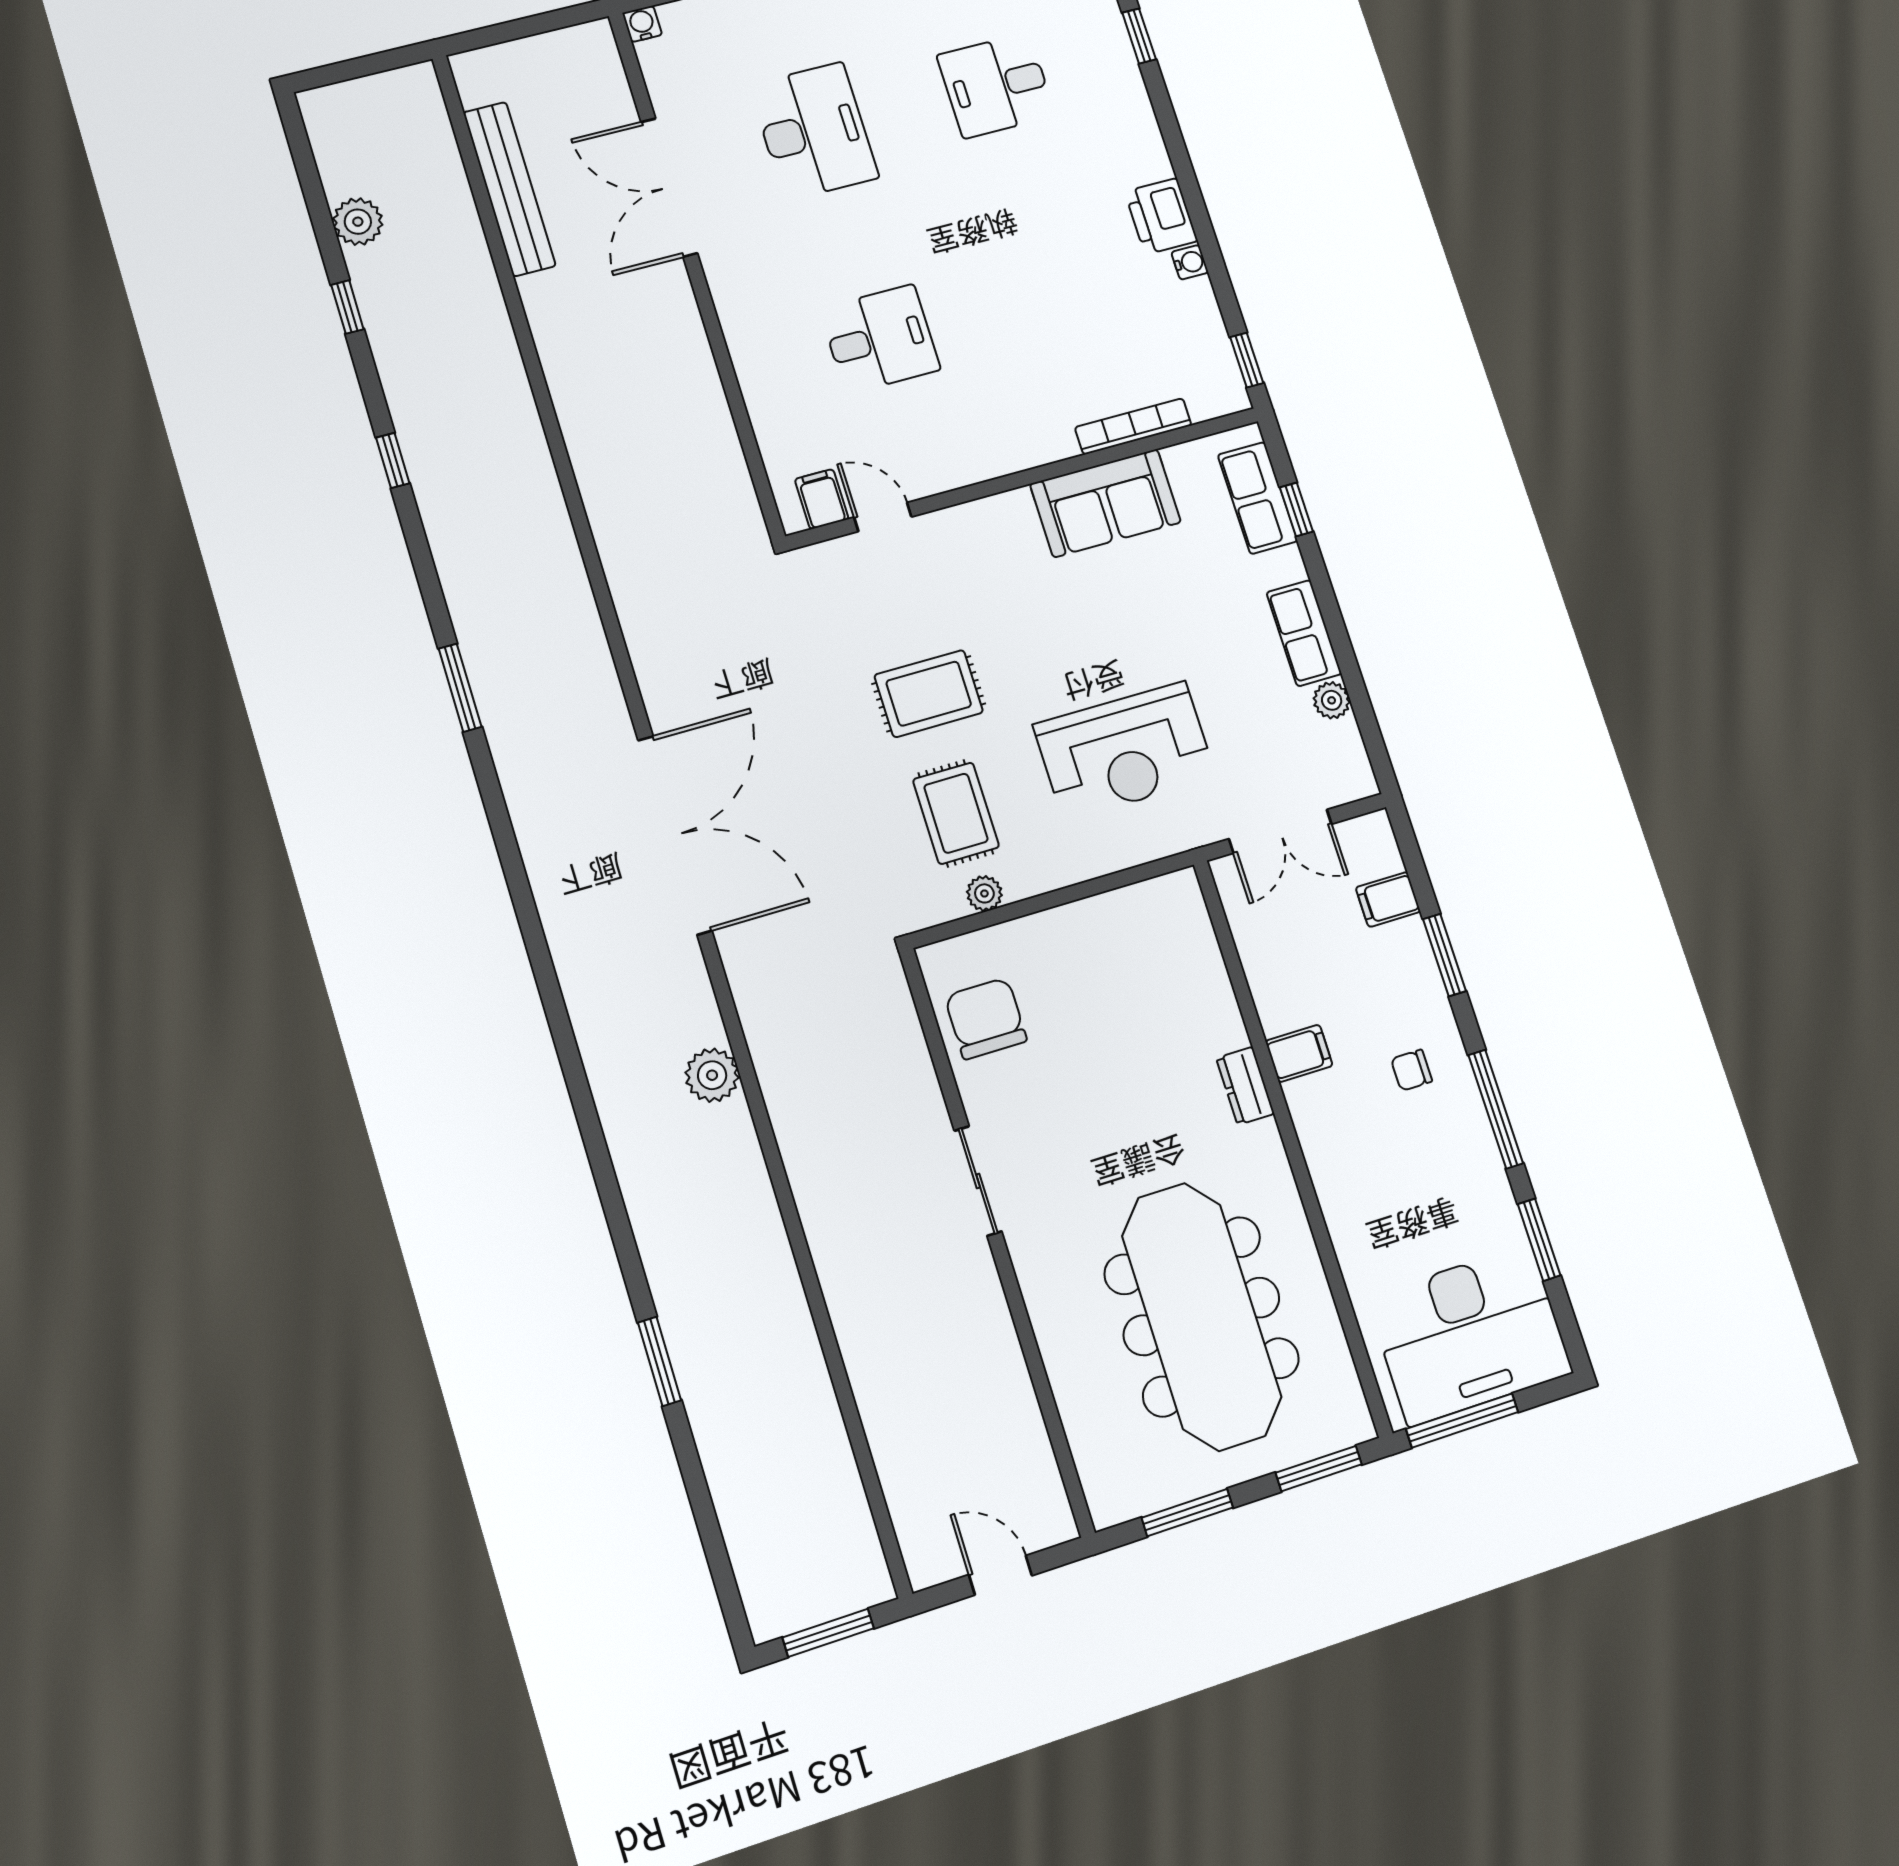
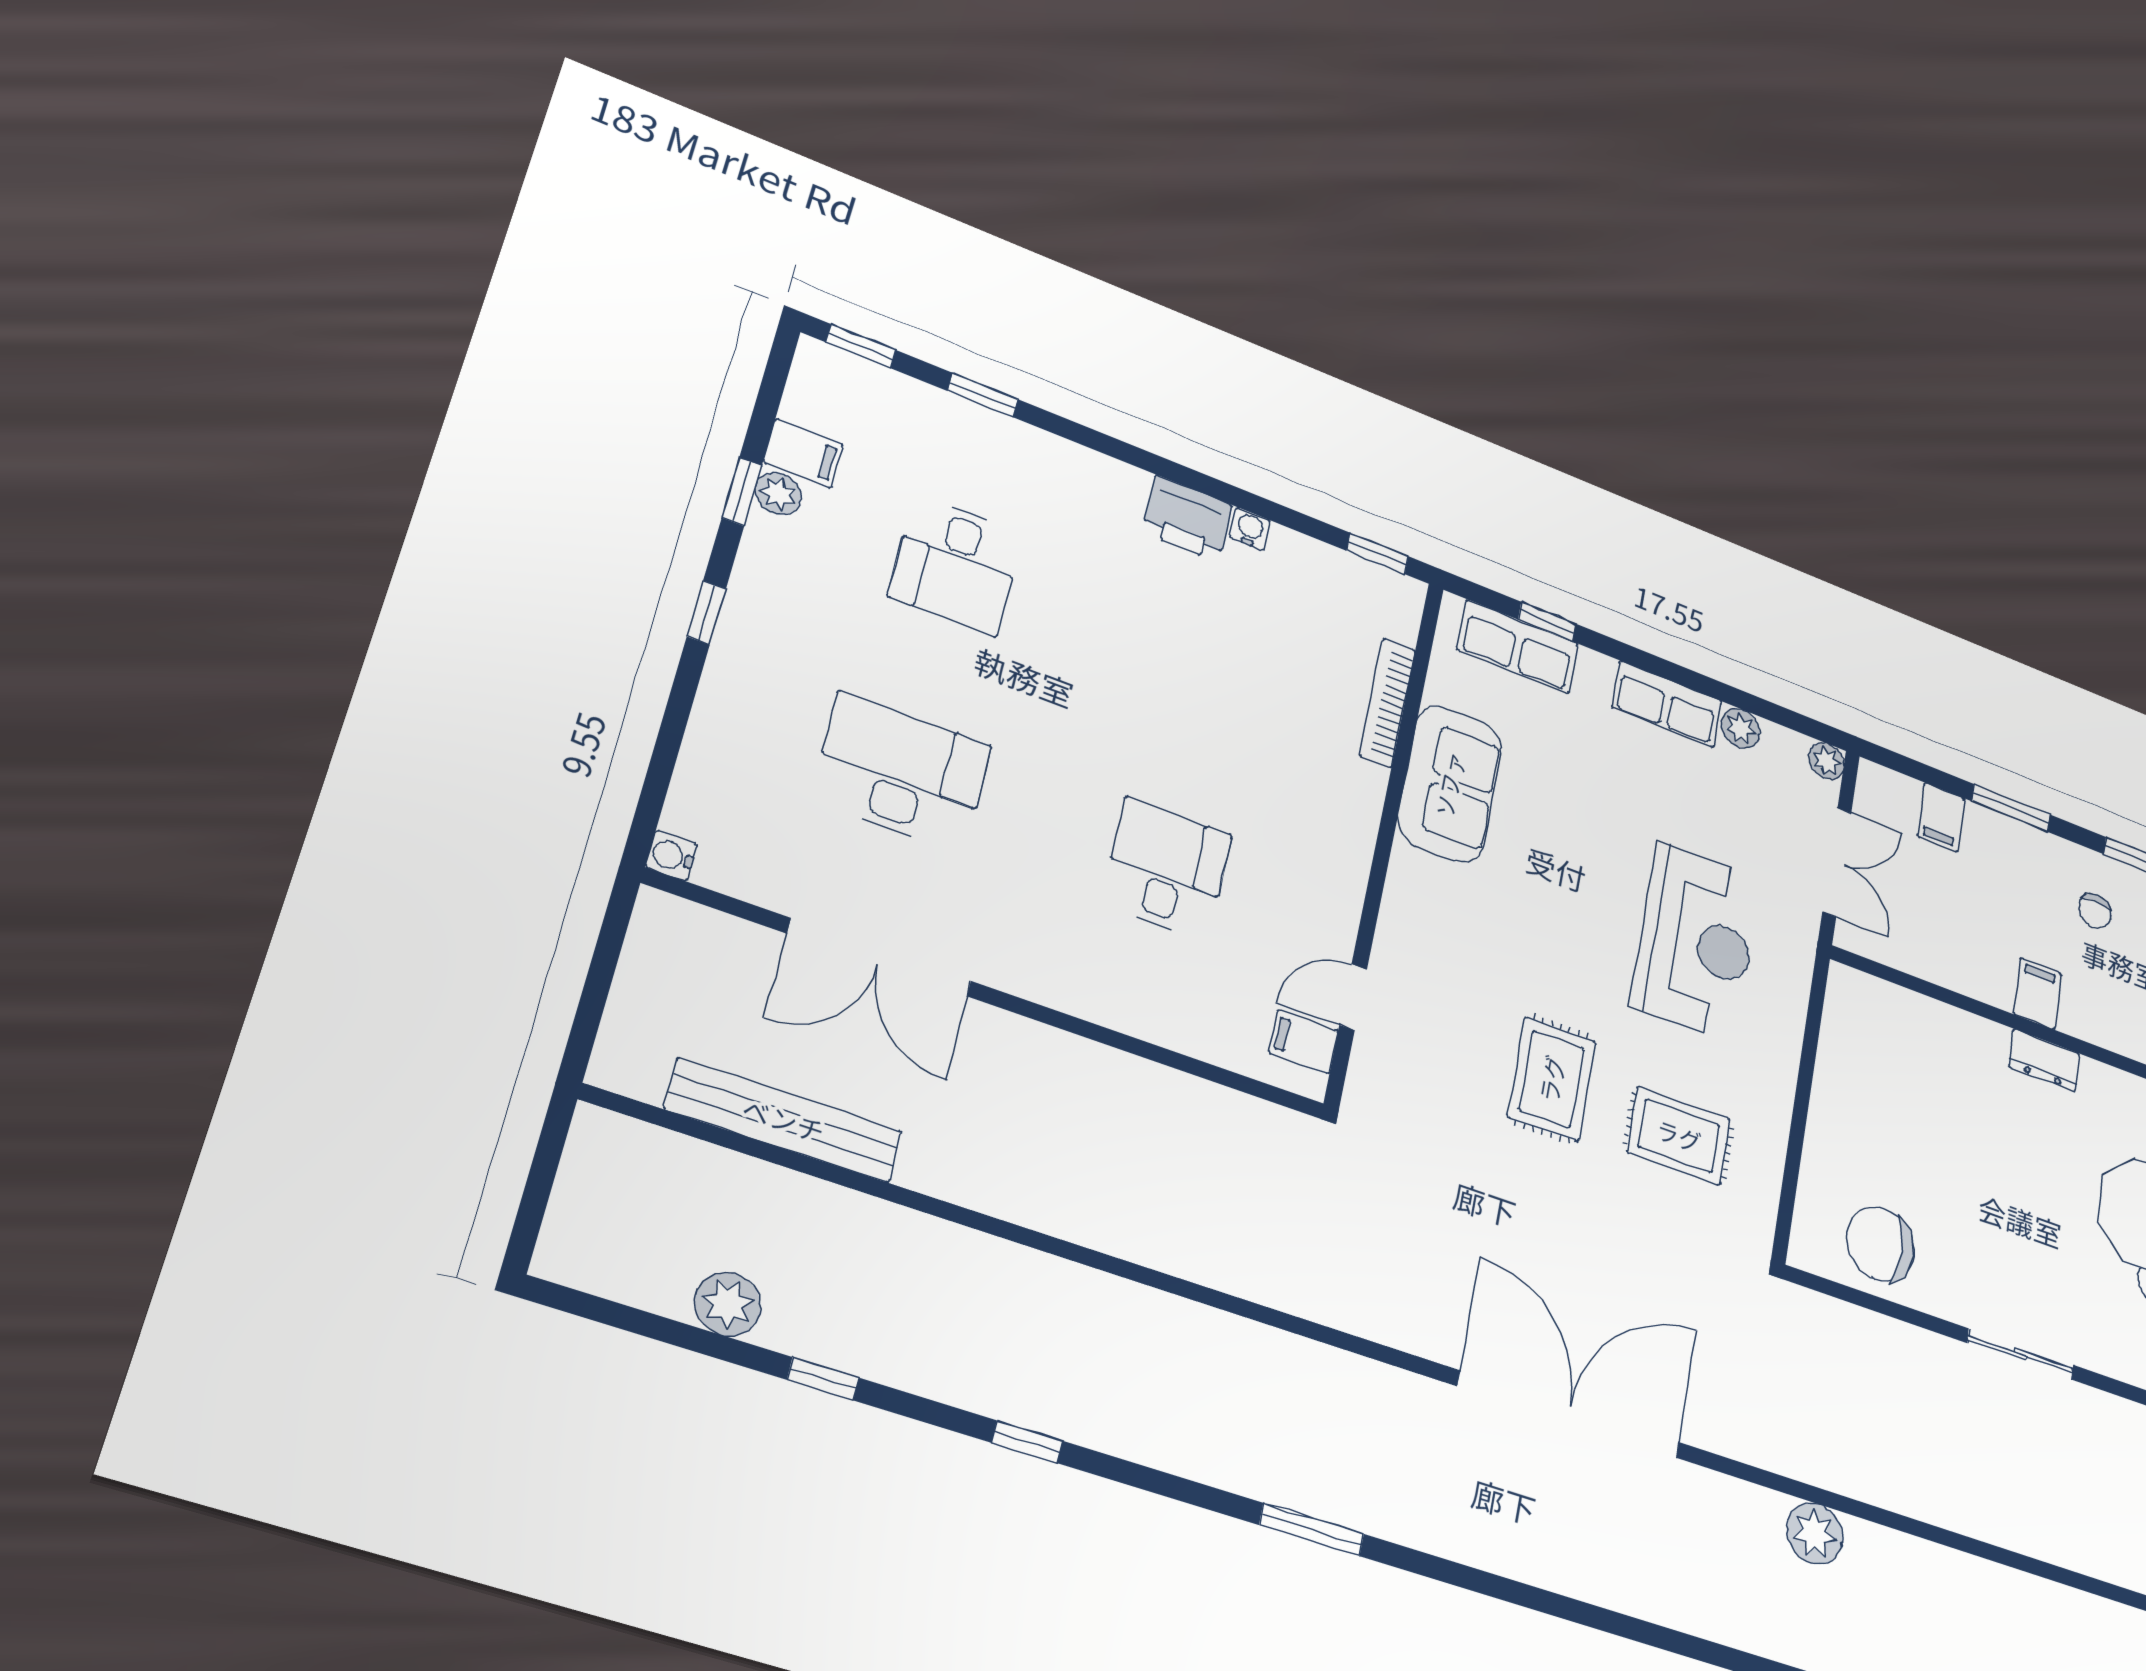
plant: (984, 893) -> (1827, 761), moved

